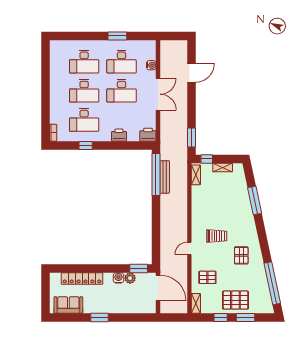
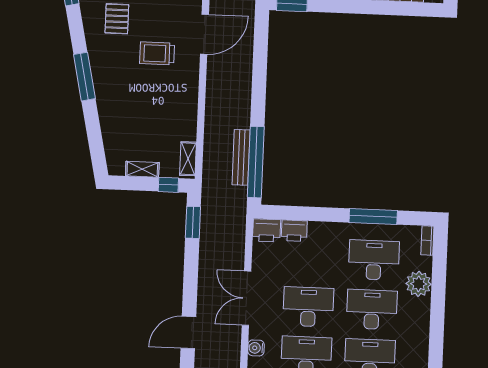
plant: (57, 107) -> (419, 284), added
printer: (119, 135) -> (294, 231), moved
window: (86, 145) -> (373, 216), width x2.17
window: (255, 201) -> (84, 77), moved
door: (189, 248) -> (204, 34), width x1.88

